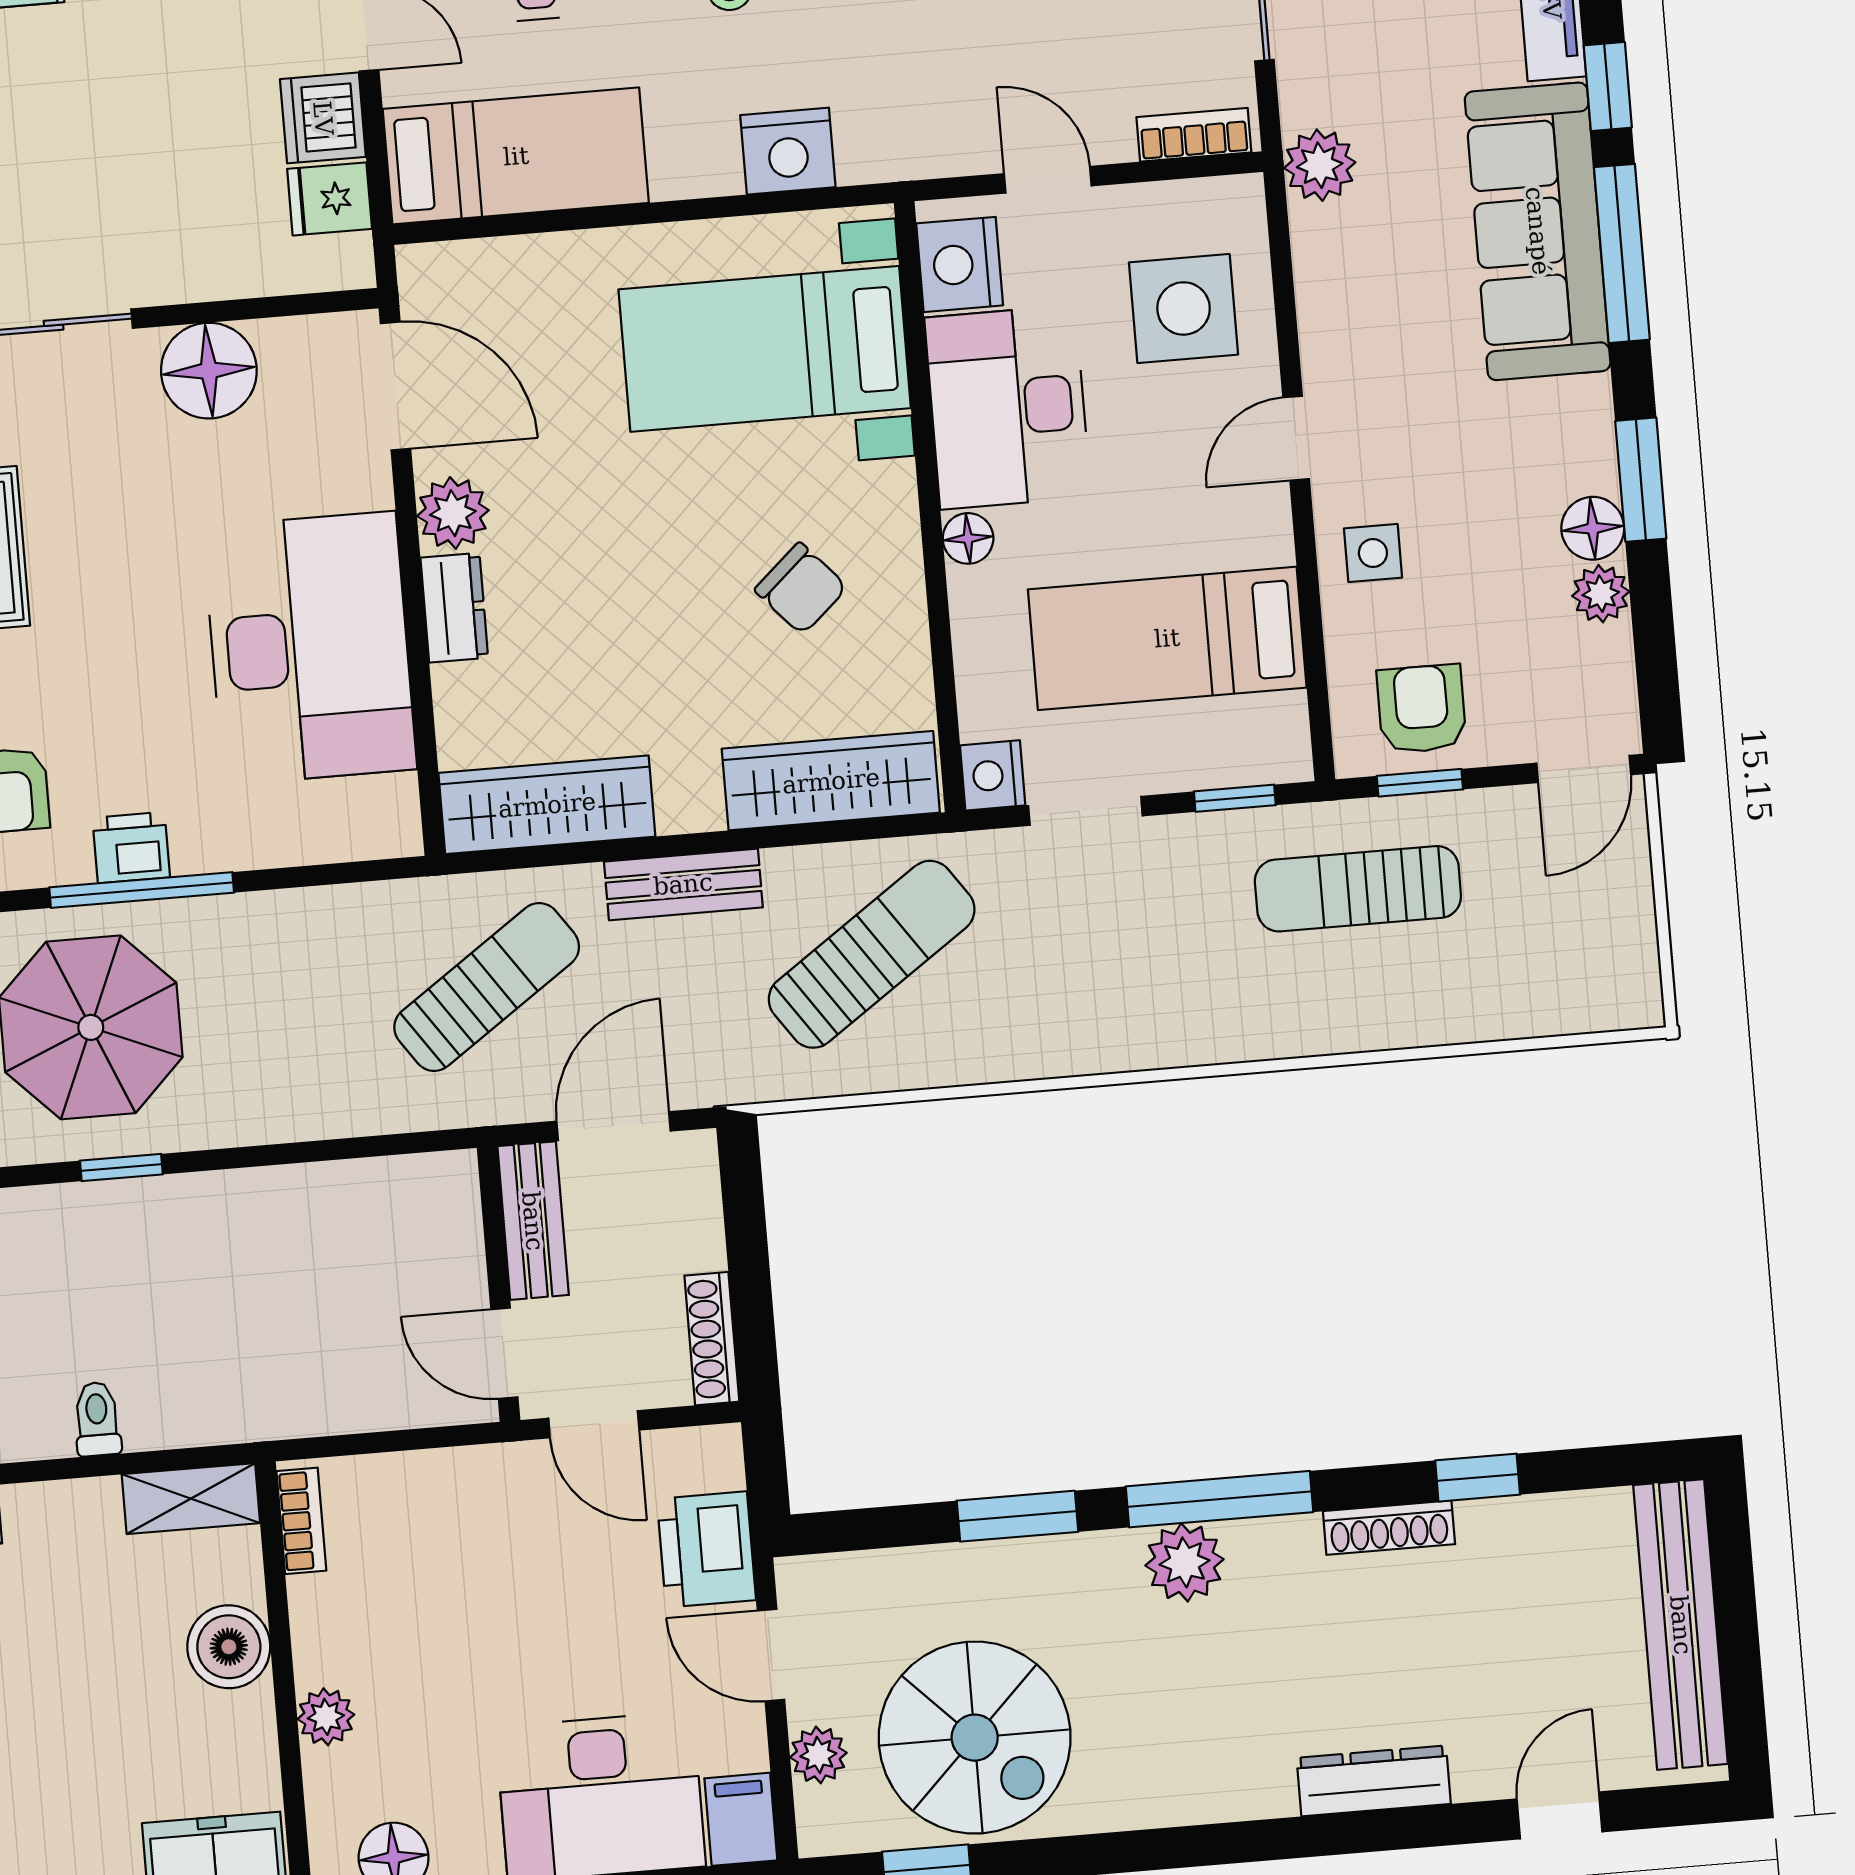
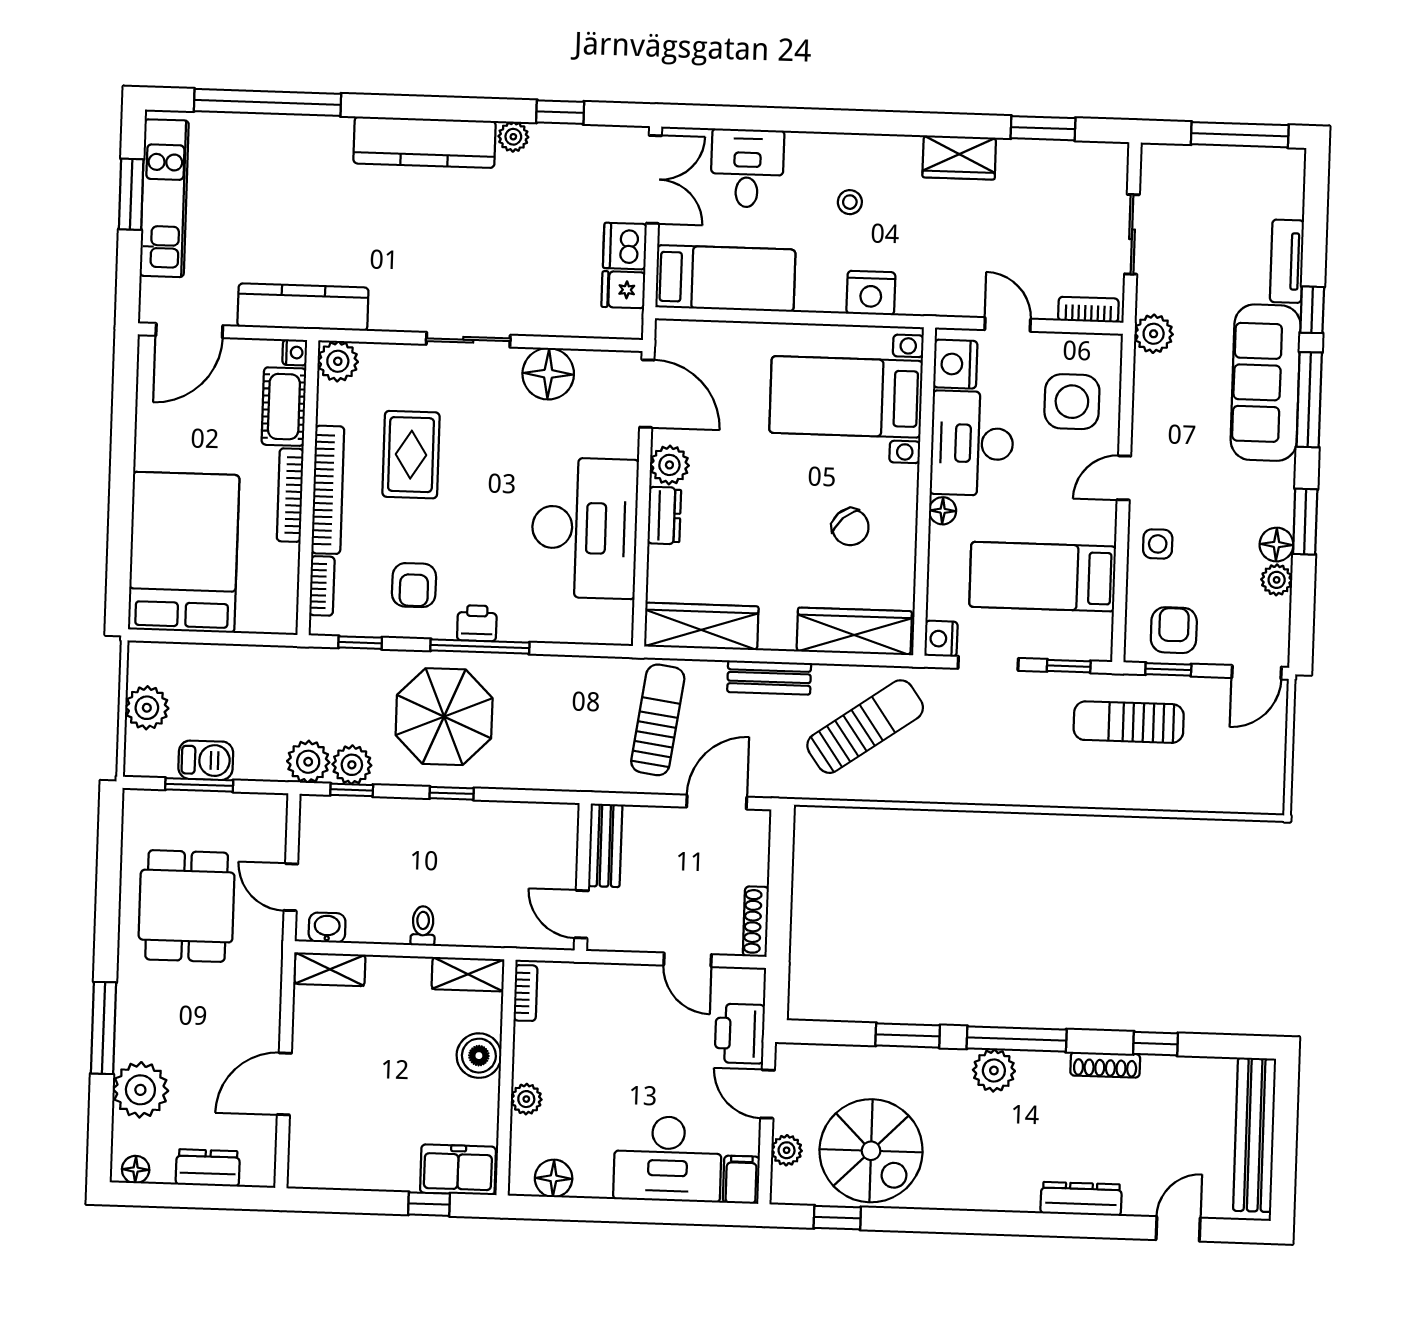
sun lounger: (487, 987) -> (658, 720), turned -47
bench: (533, 1221) -> (605, 845), moved
wall: (499, 1284) -> (583, 877), moved
door: (504, 1353) -> (582, 914), moved

